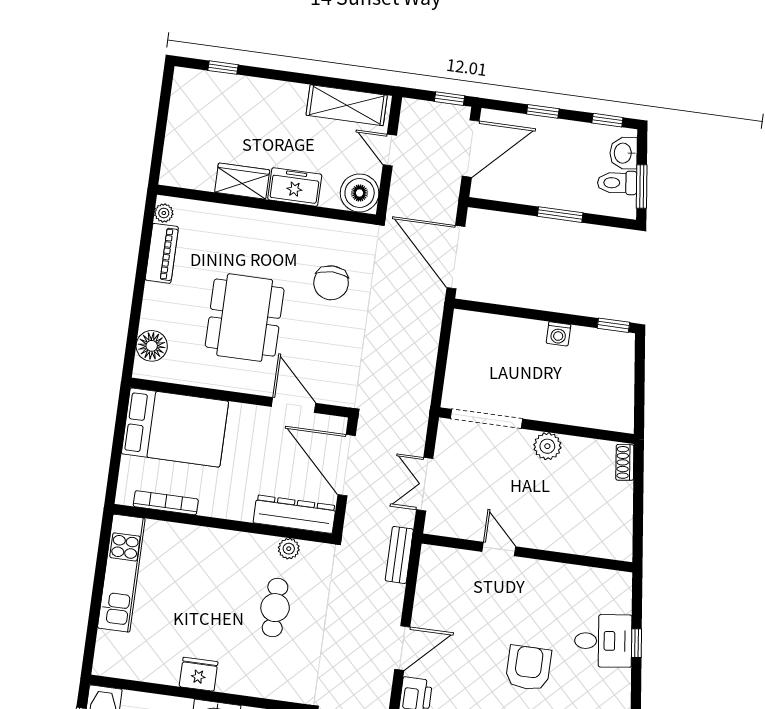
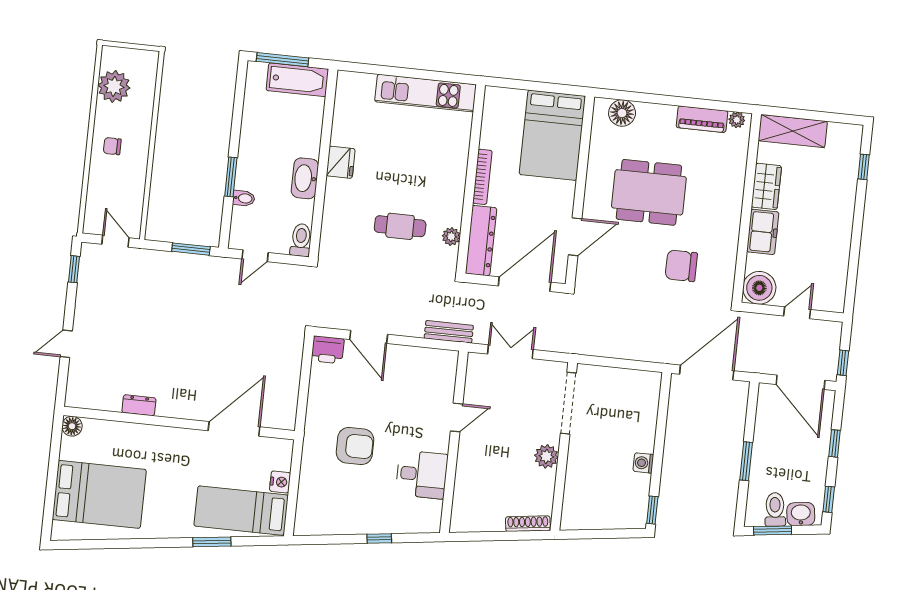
shelving: (347, 105) -> (793, 131), moved, turned 90
shoe rack: (625, 462) -> (528, 524), width x1.43
bookcase: (166, 503) -> (482, 177), moved
desk: (603, 641) -> (422, 474), moved, turned -83

